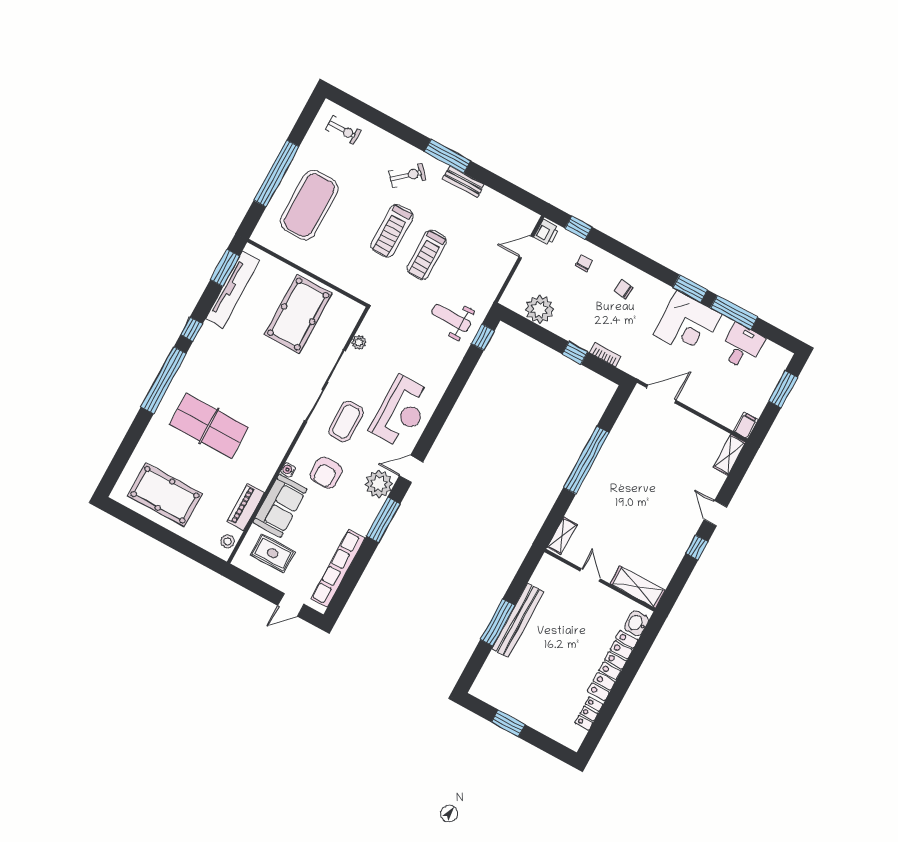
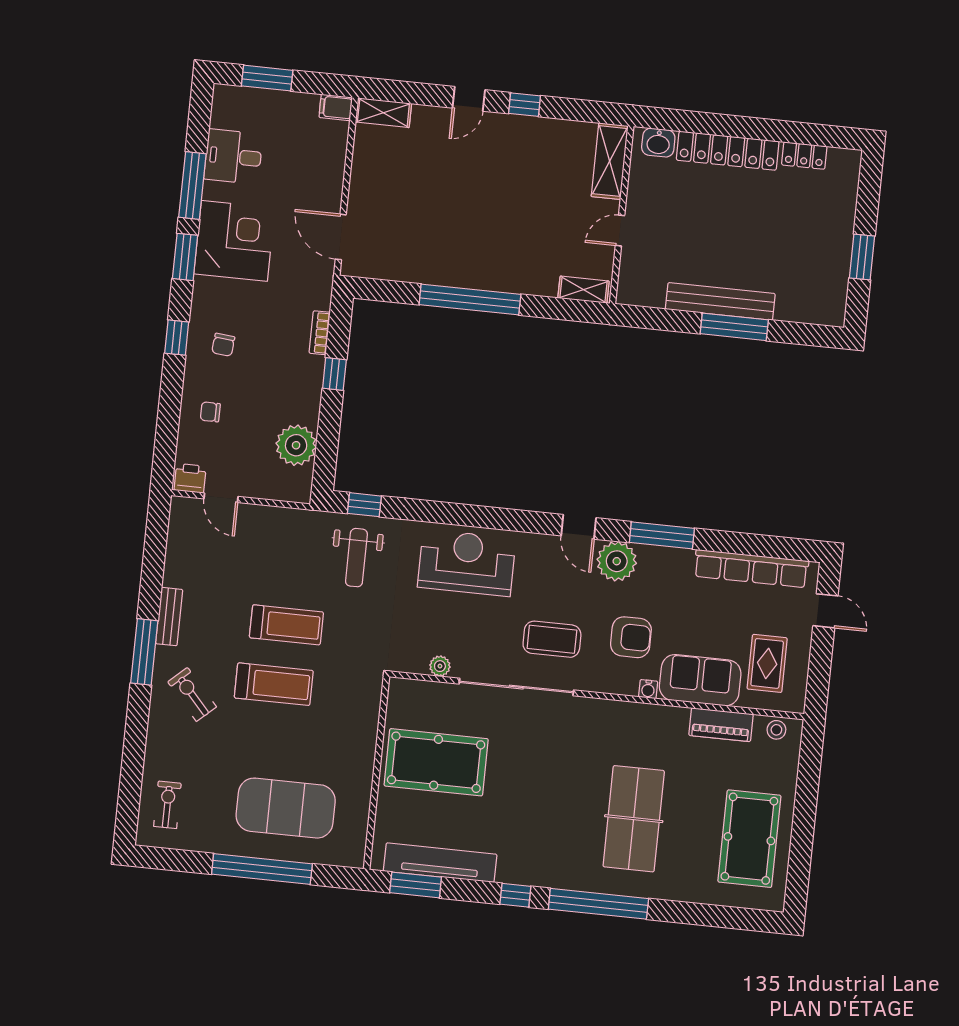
window: (578, 228) -> (177, 338), moved
reception desk: (401, 412) -> (467, 563), moved

